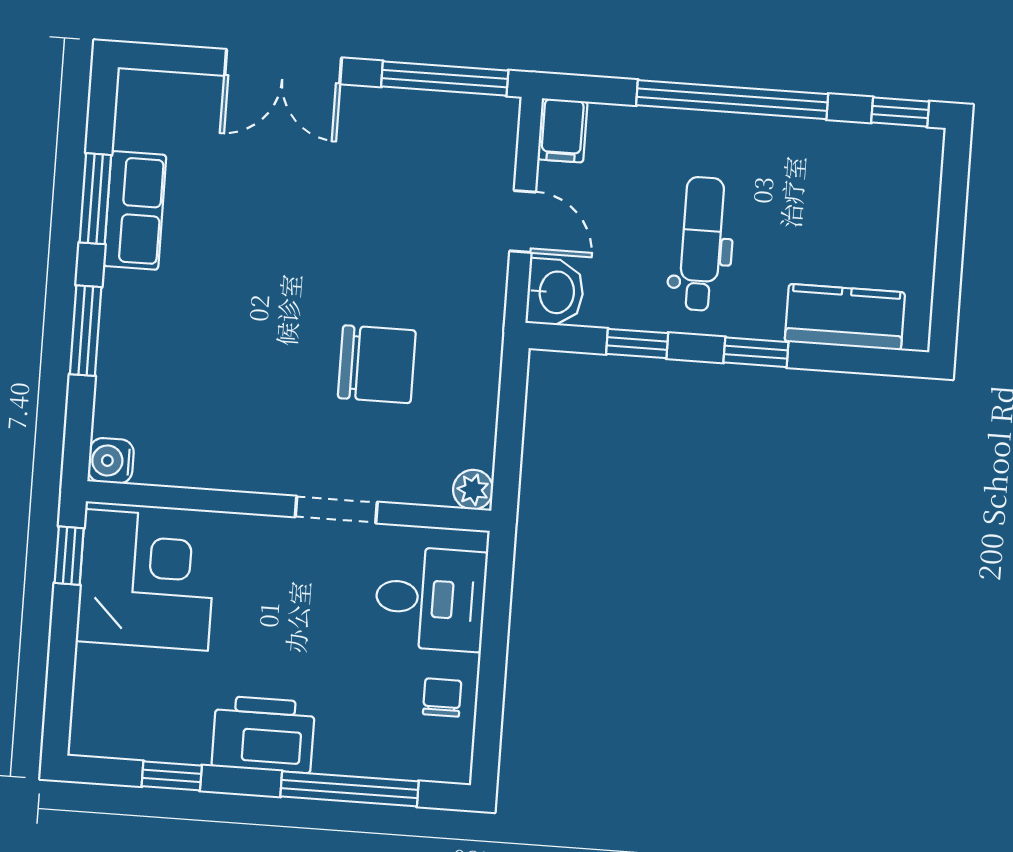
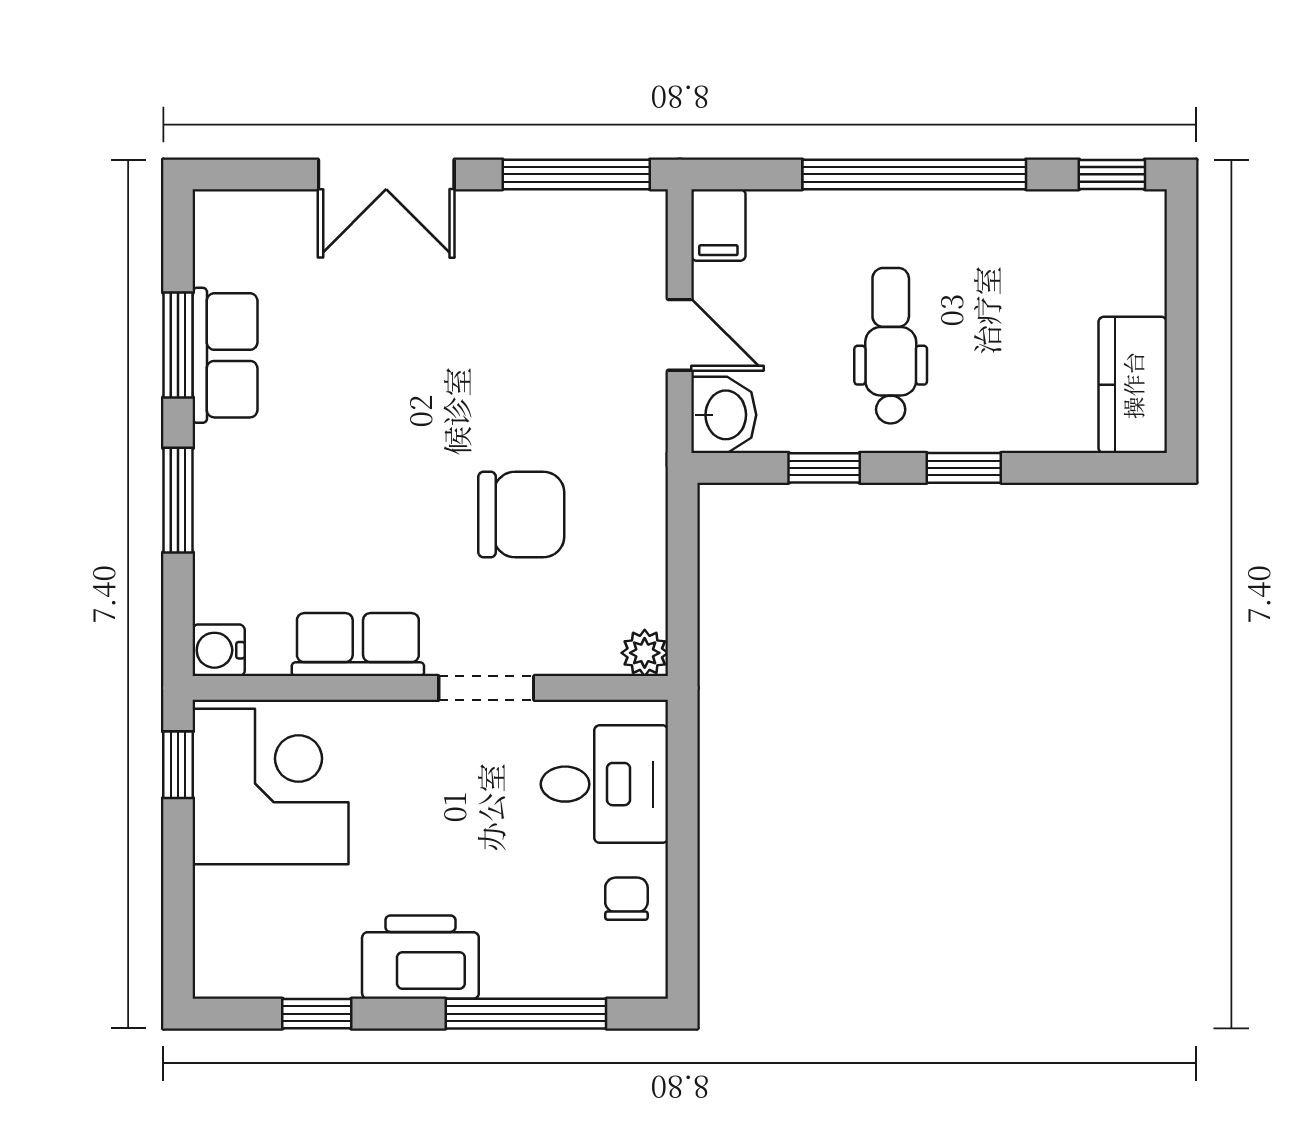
kitchen counter: (845, 317) -> (1133, 385), moved, turned -90
row of seats: (230, 465) -> (358, 645), added

